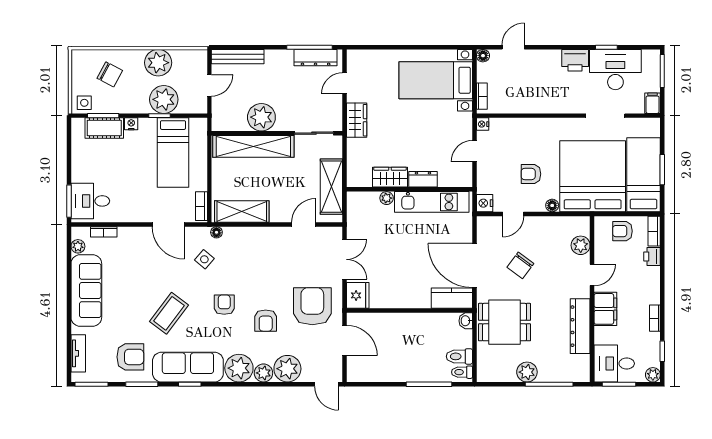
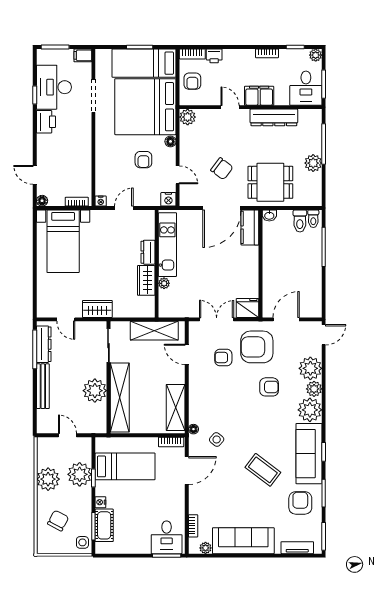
bench: (238, 57) -> (43, 386), moved
door: (474, 151) -> (124, 208), swing flipped
plant: (581, 245) -> (188, 117), moved
armchair: (224, 305) -> (223, 357), moved
dining table: (504, 322) -> (270, 182), turned 90

